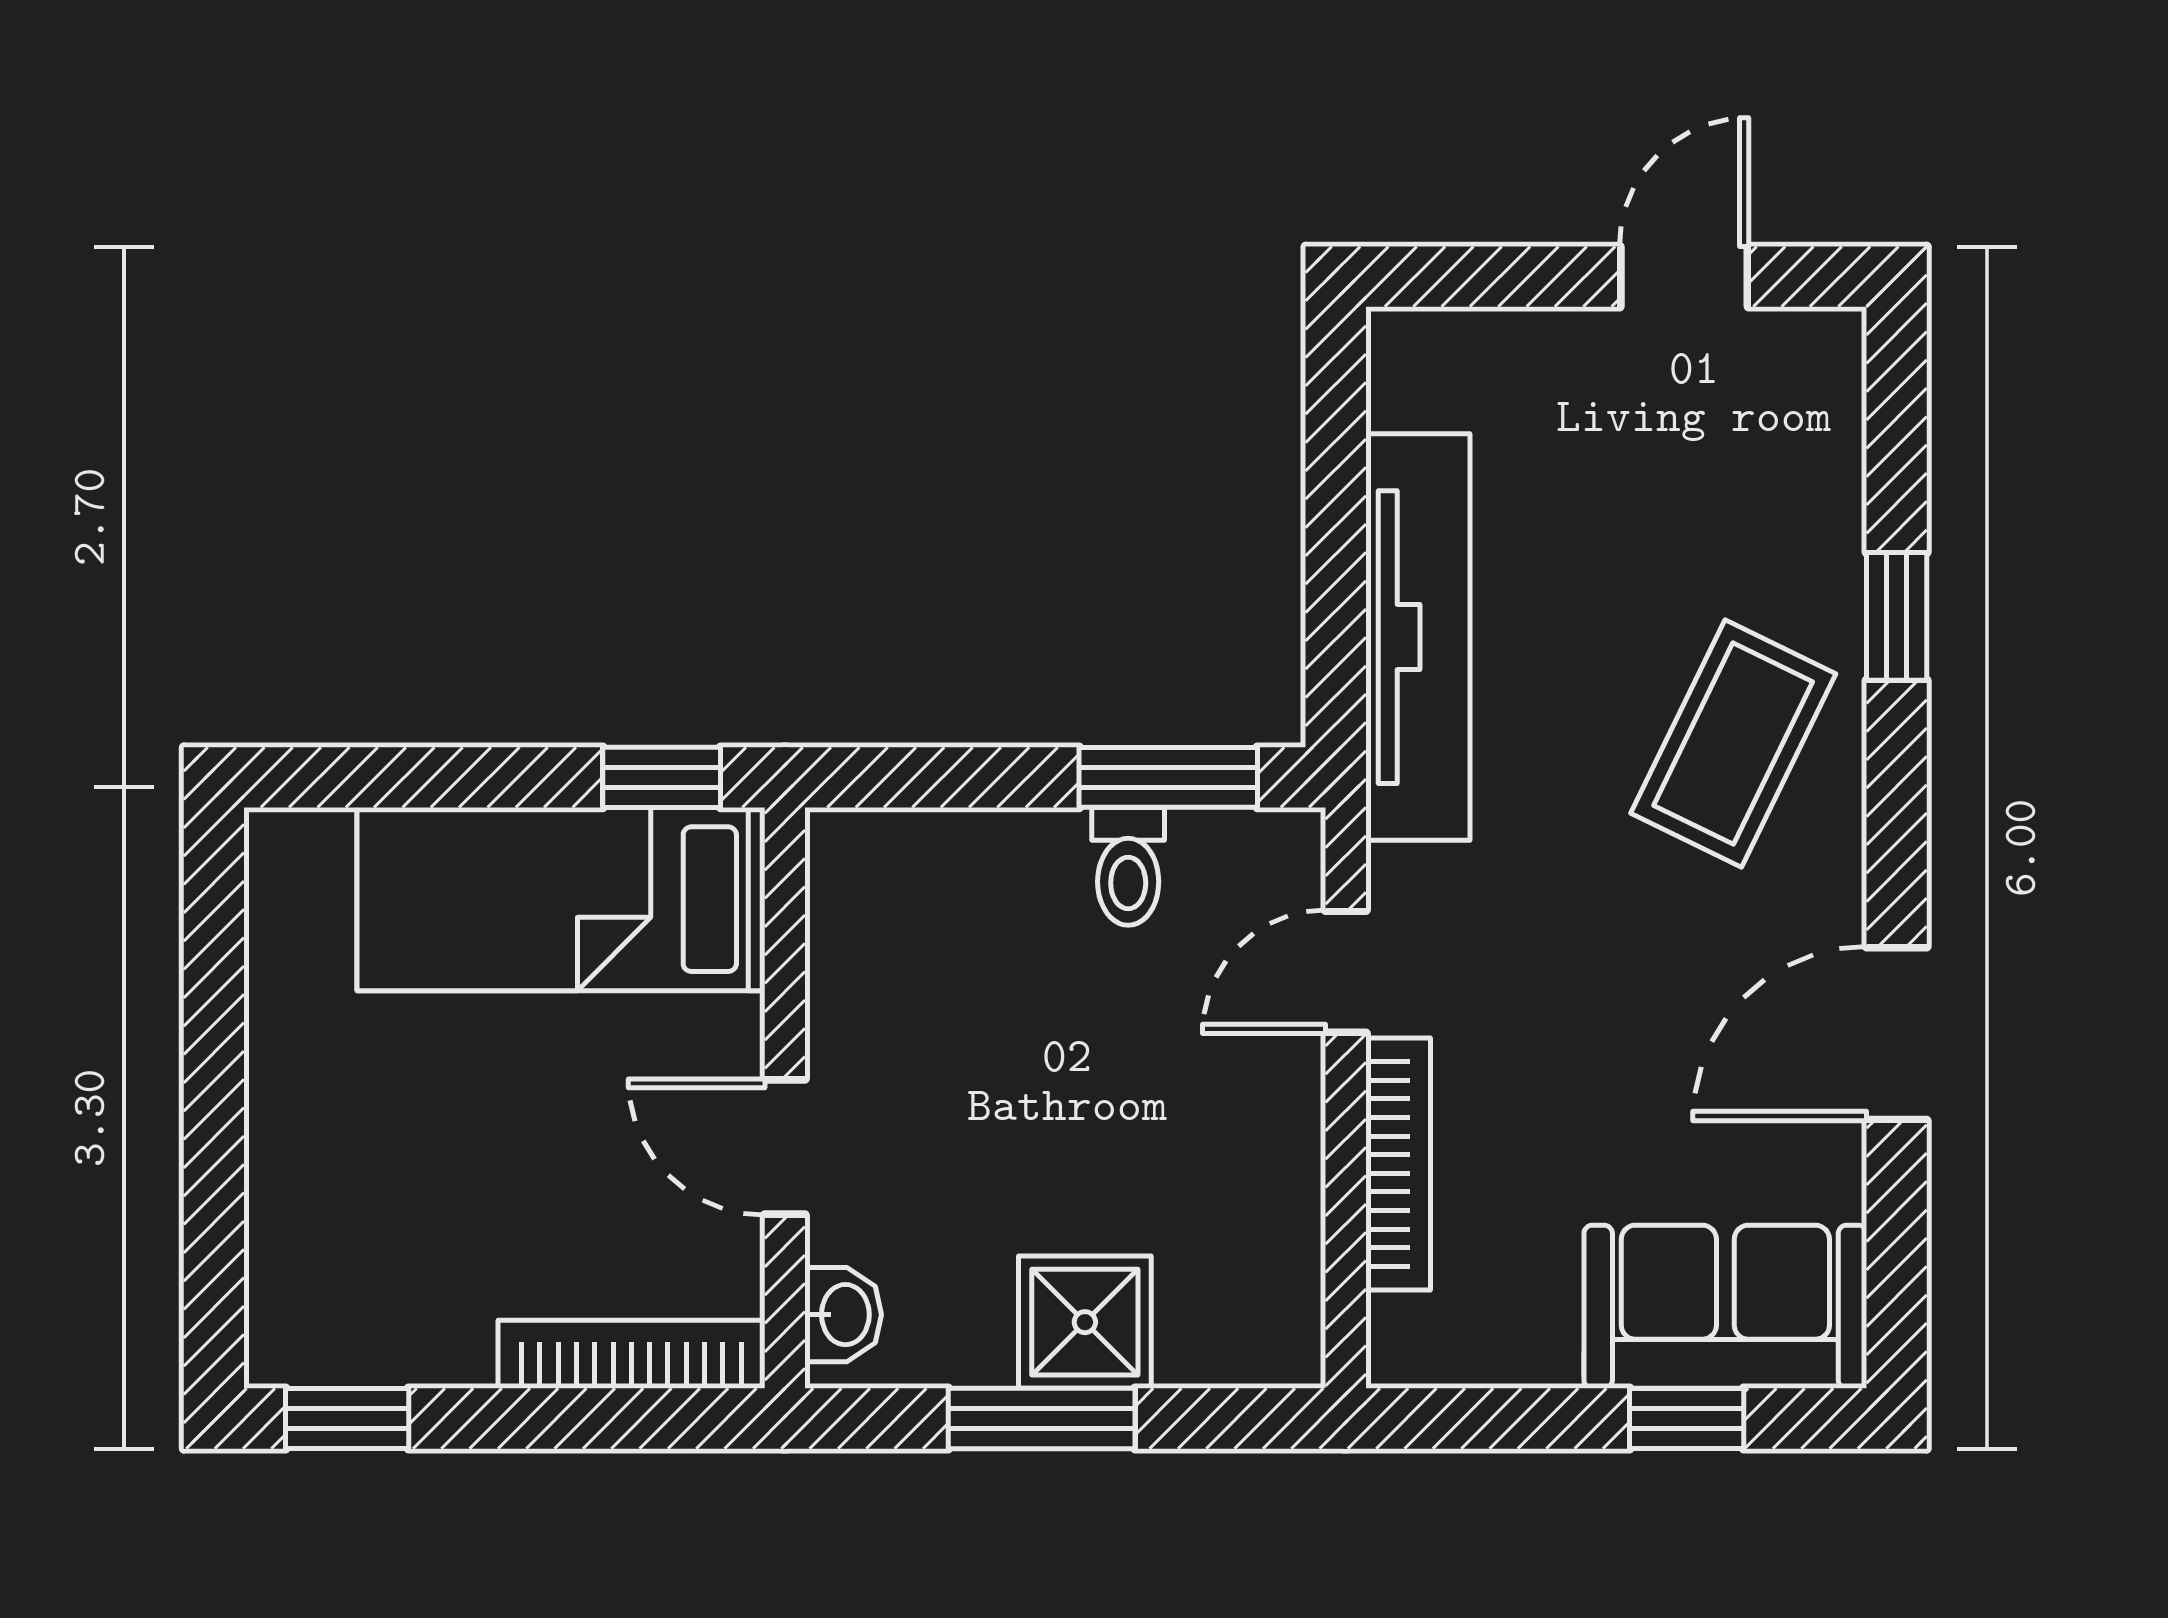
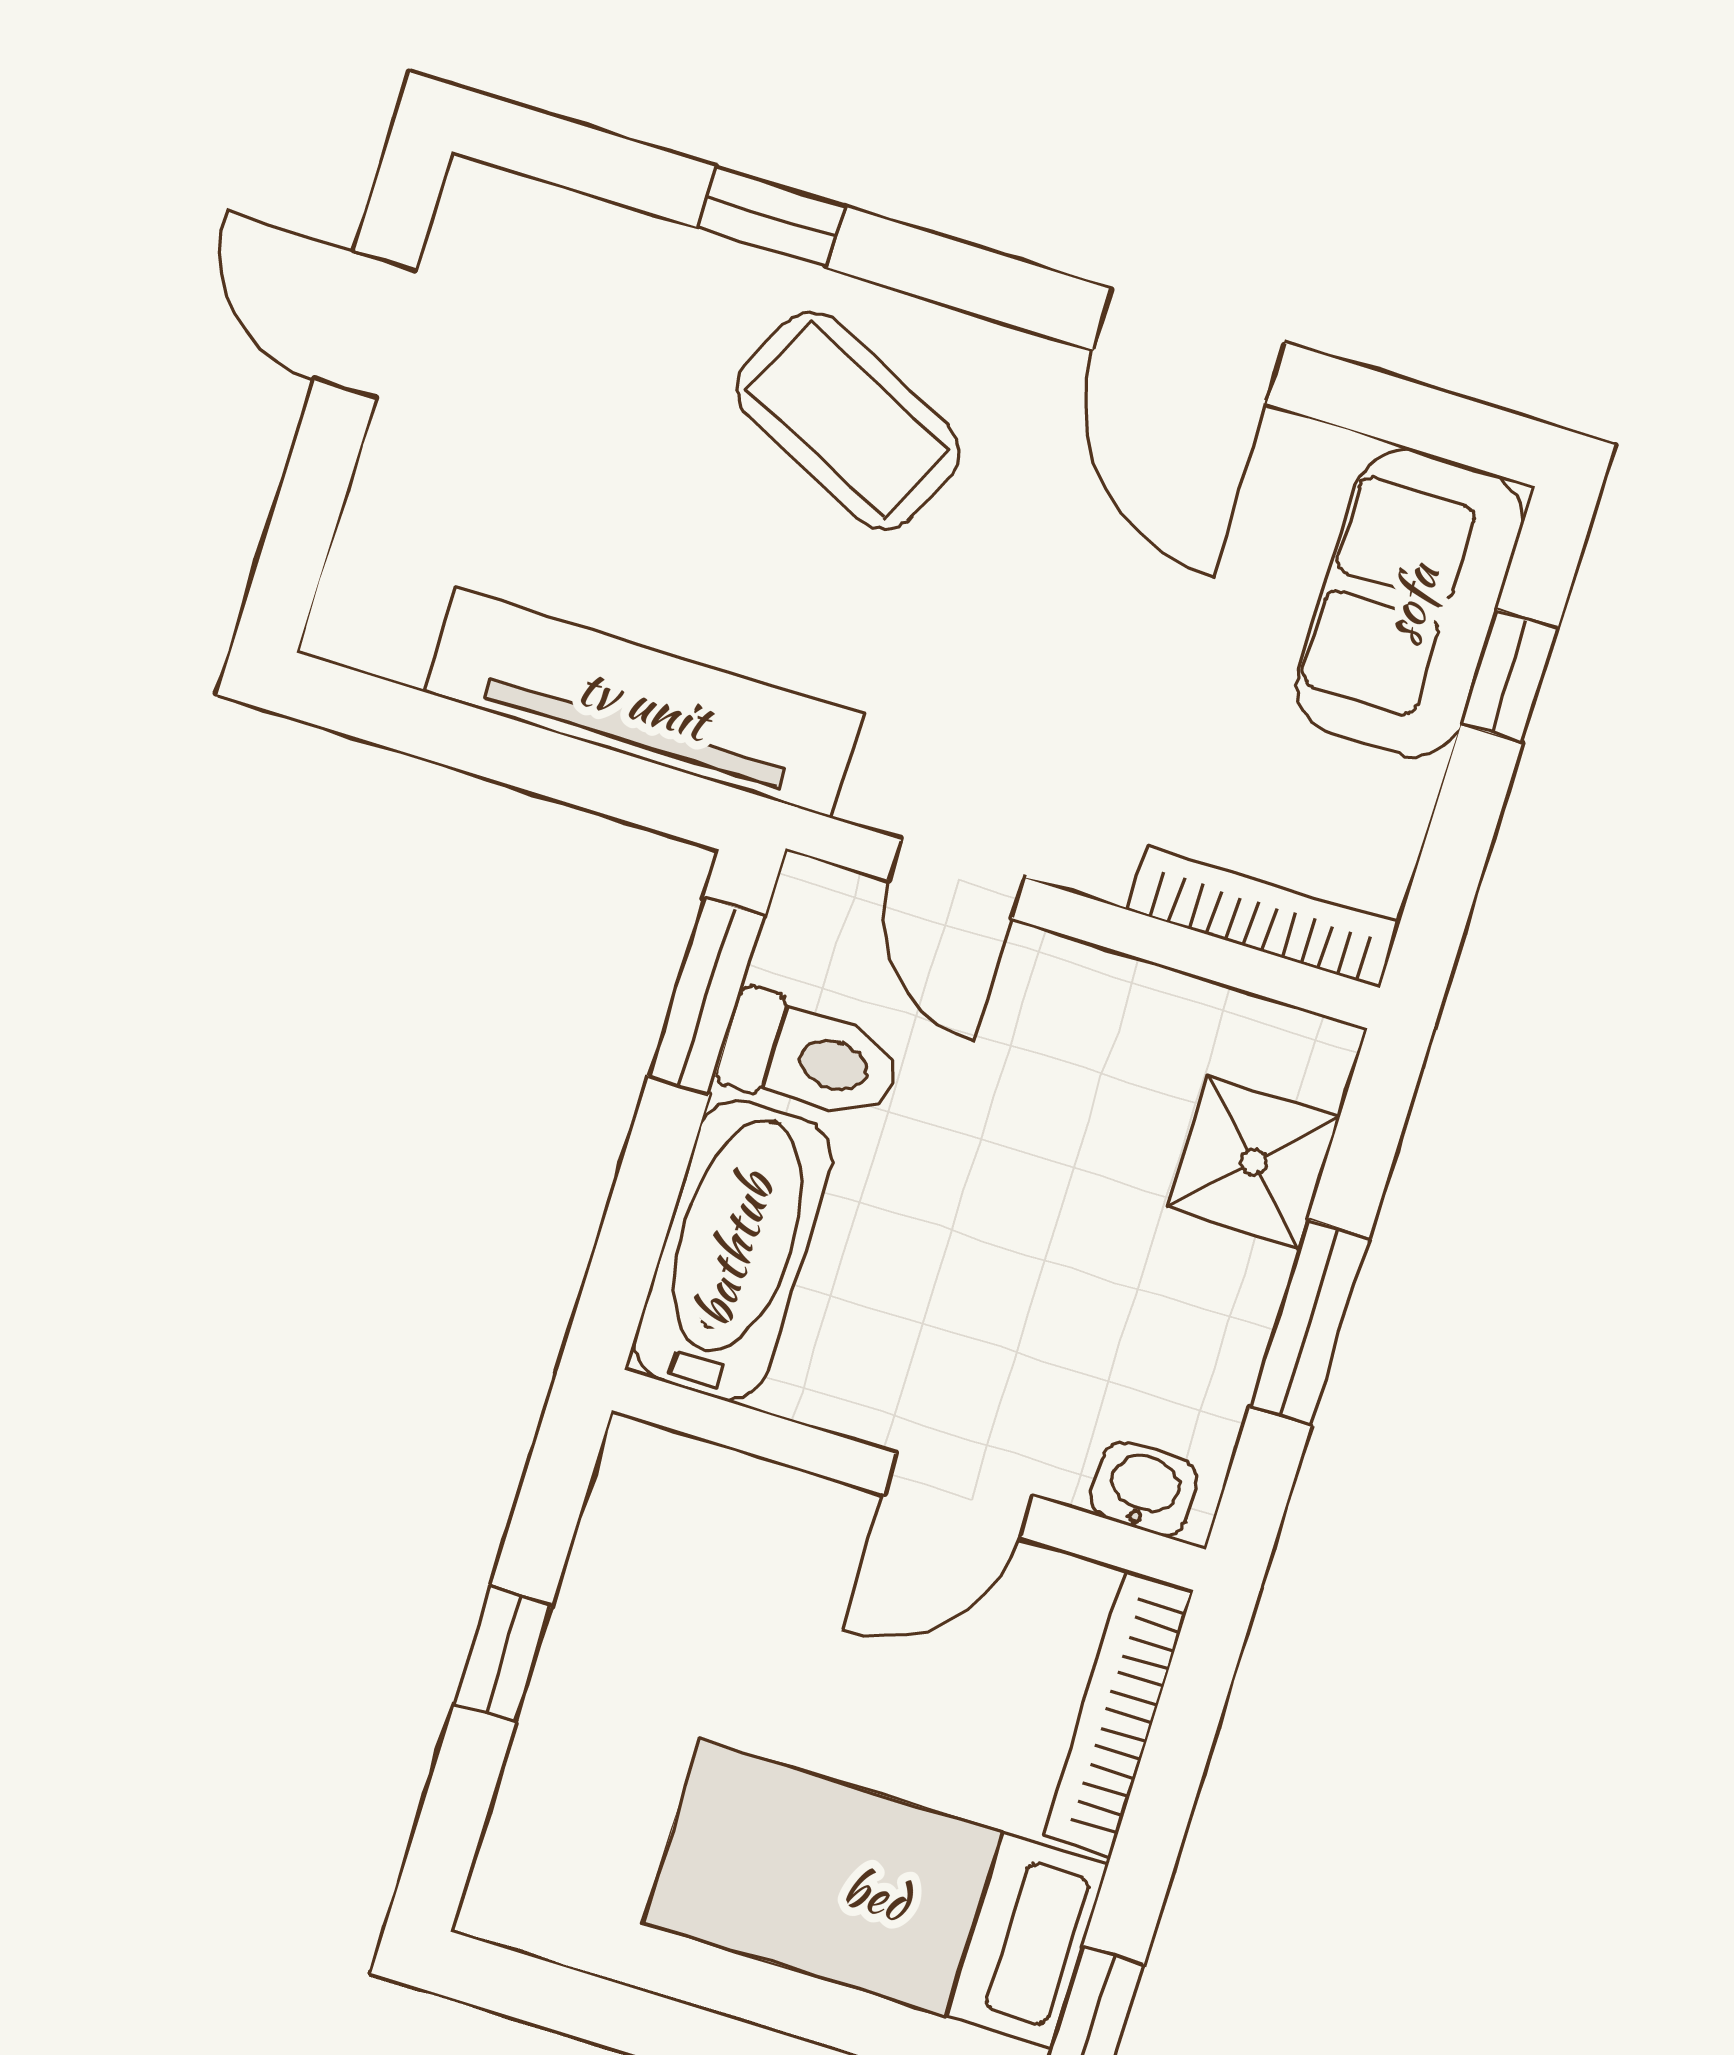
window: (662, 777) -> (503, 1654), moved
toilet: (1128, 866) -> (810, 1058), width x1.37, depth x1.39
bathtub: (945, 873) -> (733, 1250), added
bed: (561, 899) -> (876, 1894), moved, turned 90
bookcase: (1398, 1164) -> (1264, 917), moved
shower: (1085, 1322) -> (1253, 1162), moved

